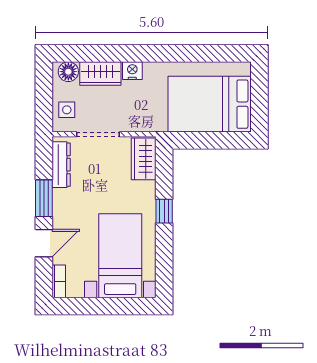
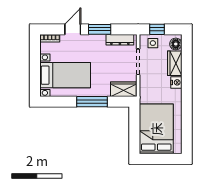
window: (44, 103) -> (157, 29), added
window: (164, 211) -> (92, 102), width x2.17
door: (44, 243) -> (73, 29), swing flipped

